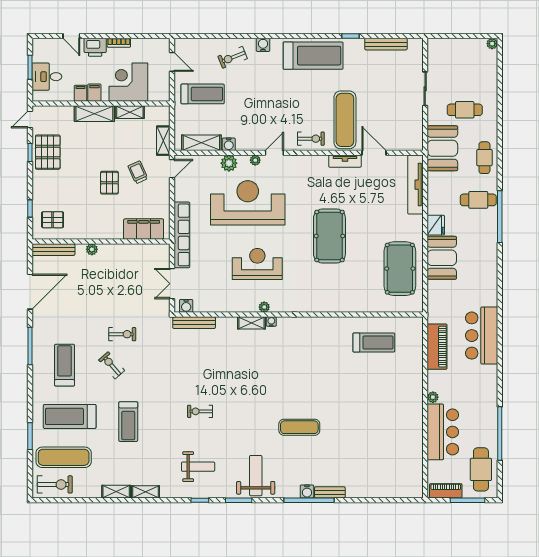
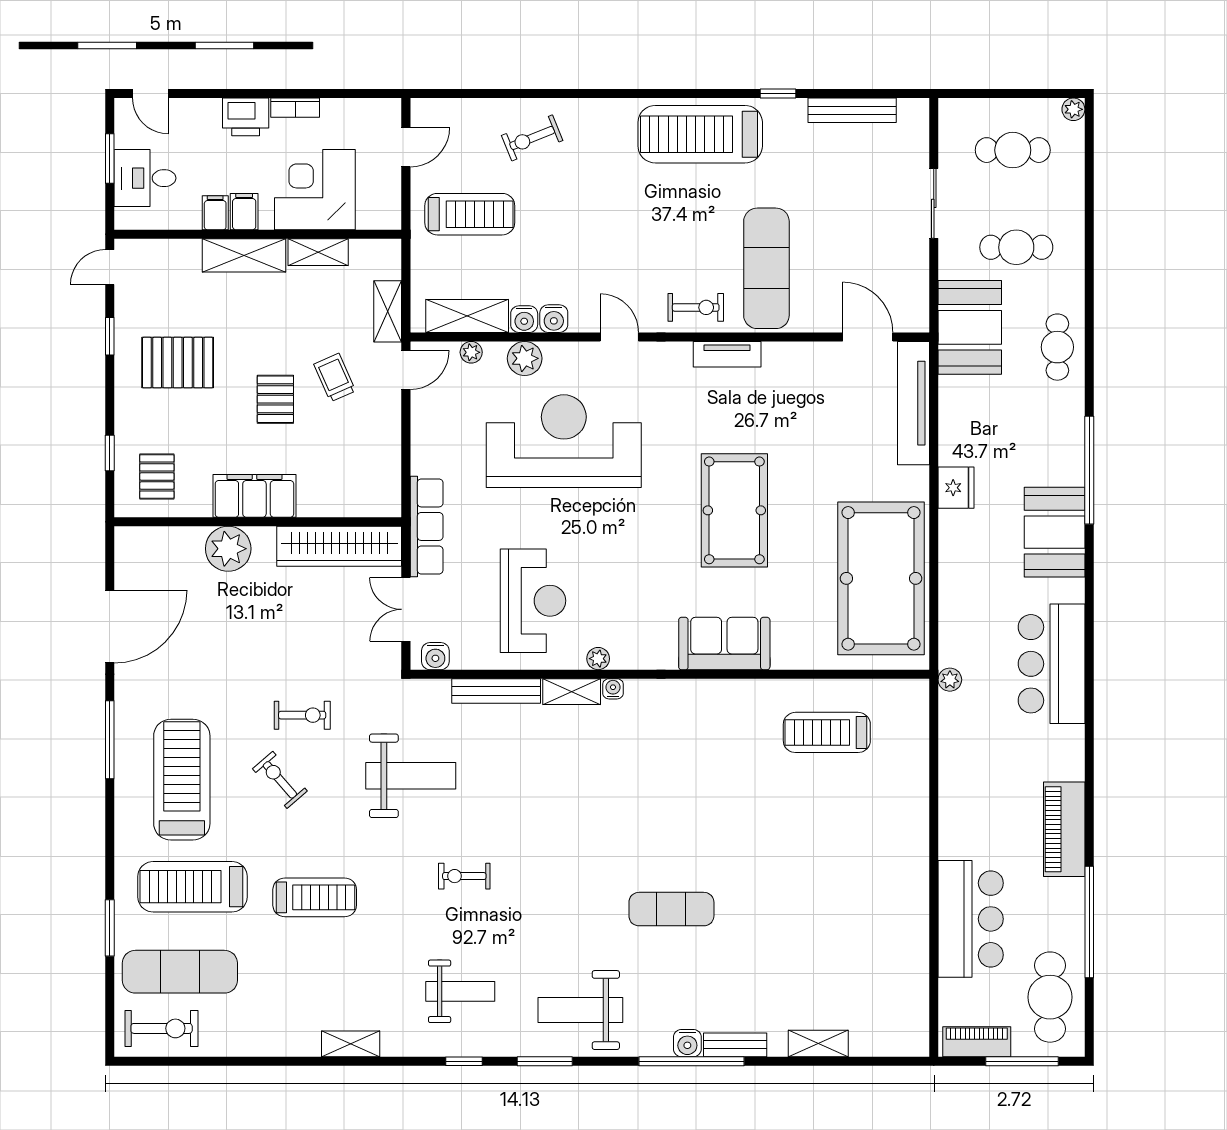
door: (71, 36) -> (150, 94), moved
water cooler: (263, 45) -> (554, 319), moved, turned 180
treadmill: (313, 56) -> (700, 134), turned 180
door: (172, 62) -> (406, 147), hinge flipped
pallet: (48, 152) -> (178, 363), moved, turned 90
door: (274, 153) -> (619, 337), hinge flipped
door: (374, 153) -> (868, 337), moved
plant: (255, 160) -> (471, 352), moved
tv unit: (345, 161) -> (727, 354), moved
cafe table: (478, 200) -> (1013, 150), moved
pallet: (53, 220) -> (157, 476), turned 90
filing cabinet: (144, 229) -> (254, 496), moved
row of seats: (182, 235) -> (427, 526), width x0.73
plant: (92, 249) -> (228, 549), width x1.88, depth x1.88
bench: (53, 250) -> (159, 539), removed
wardrobe: (140, 253) -> (339, 546), added
booth: (442, 258) -> (1055, 532), moved
reception desk: (257, 264) -> (533, 601), moved, turned 90
pool table: (400, 269) -> (881, 578), width x1.36, depth x1.32
sofa: (325, 300) -> (724, 644), added
bench: (194, 323) -> (496, 691), moved
bar counter: (482, 336) -> (1052, 664), moved
treadmill: (374, 342) -> (827, 732), turned 180
piano: (437, 347) -> (1064, 829), moved, turned 180
weight bench: (174, 363) -> (411, 776), added
treadmill: (65, 365) -> (182, 780), width x1.37, depth x1.38
plant: (433, 397) -> (950, 680), moved
treadmill: (128, 422) -> (315, 897), turned -90
weight bench: (256, 476) -> (580, 1010), turned -90
shelving: (116, 492) -> (818, 1043), moved

